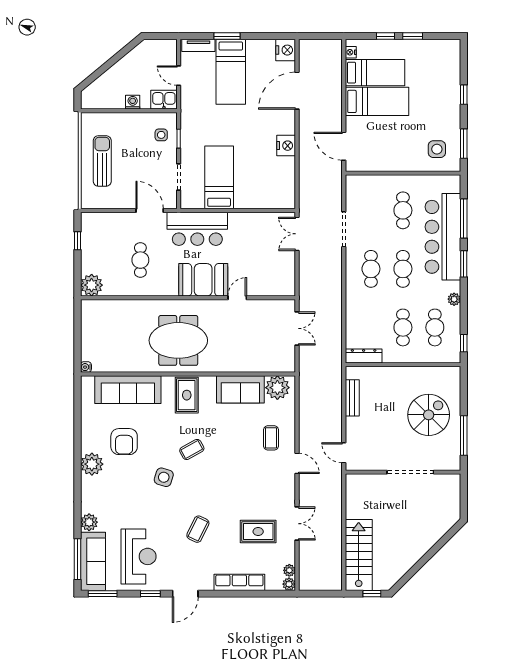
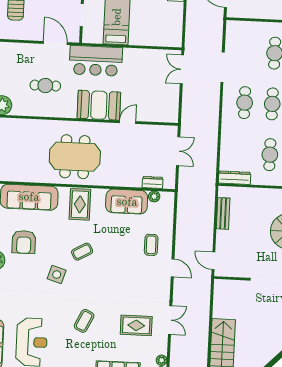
cafe table: (140, 260) -> (45, 86), turned 90
dresser: (269, 366) -> (153, 182), added
plant: (277, 388) -> (154, 196), width x0.53, depth x0.53

